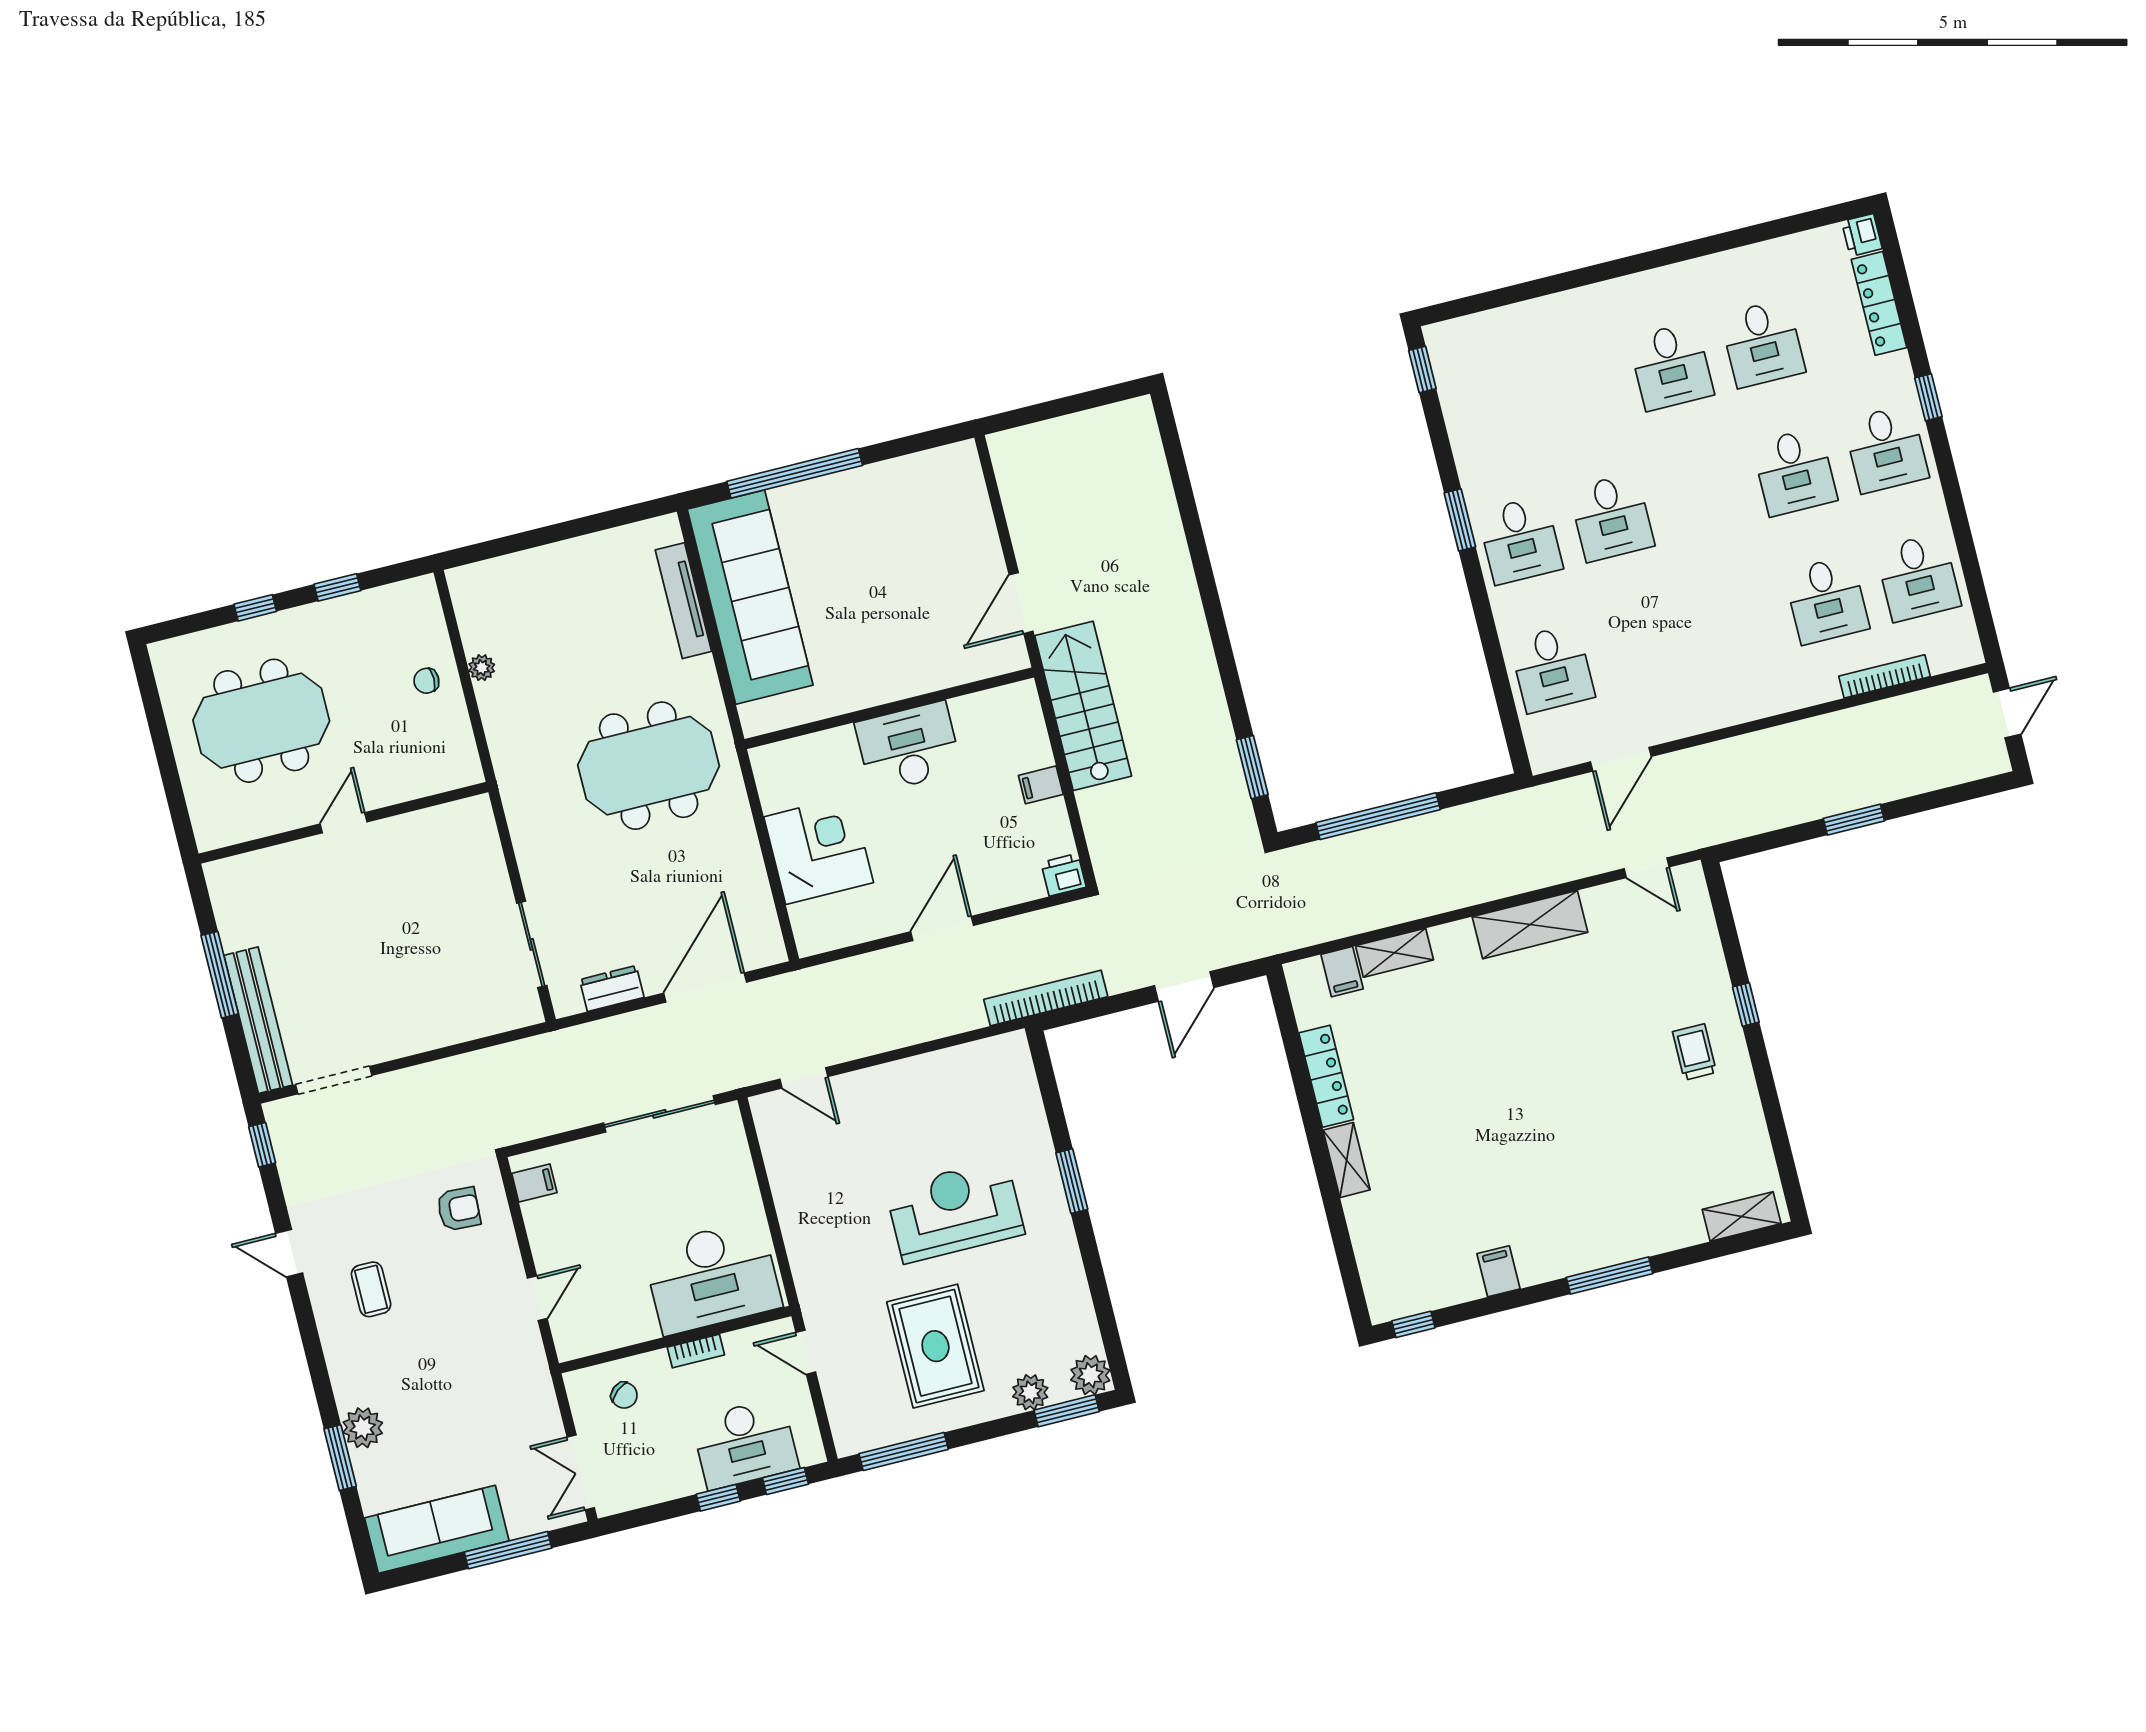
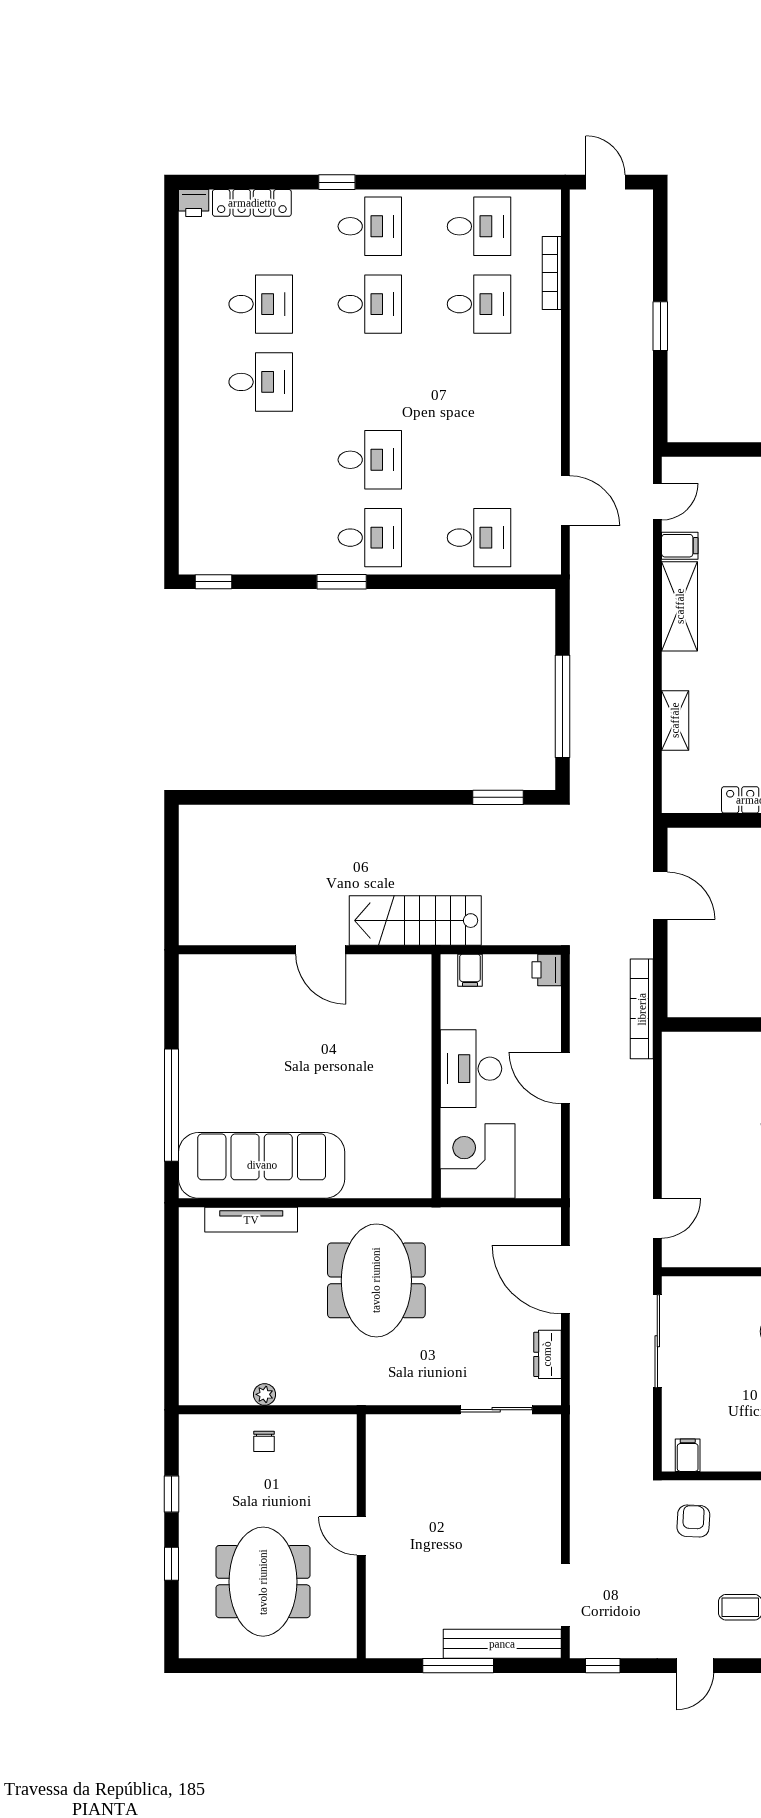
wall: (889, 708) -> (436, 1076), moved
desk: (908, 747) -> (471, 1069), moved
filing cabinet: (1342, 972) -> (680, 546), moved

